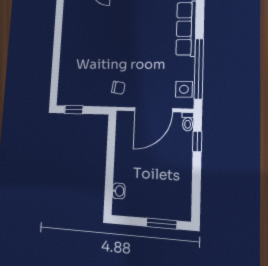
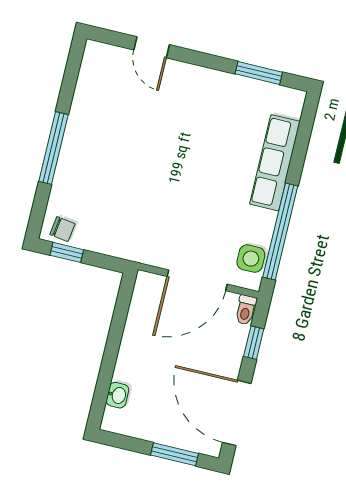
window: (57, 52) -> (53, 148), added
chair: (118, 88) -> (62, 229), moved
door: (196, 189) -> (237, 413), added

